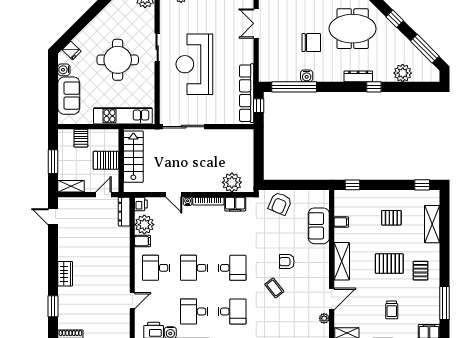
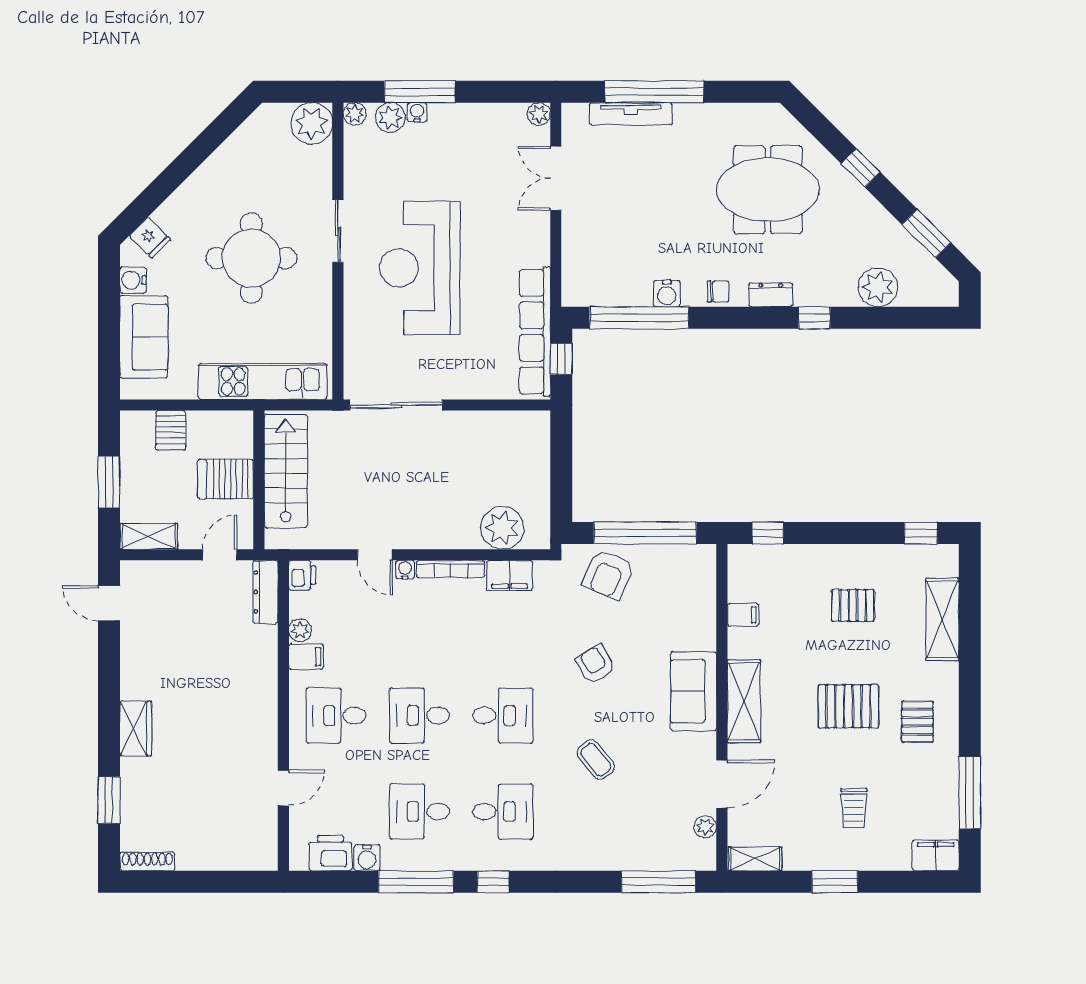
chair: (311, 43) -> (718, 292), moved, width x0.54, depth x0.54
window: (425, 49) -> (926, 233), width x0.69
dresser: (358, 76) -> (771, 295), width x0.70
window: (297, 185) -> (645, 533), added
plant: (144, 225) -> (300, 630), width x0.53, depth x0.53
sofa: (319, 226) -> (694, 691), moved
armchair: (287, 262) -> (595, 664), moved, turned 59

